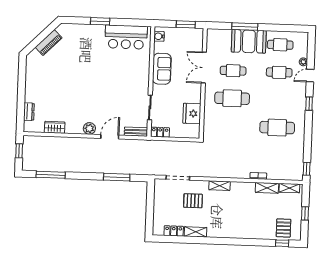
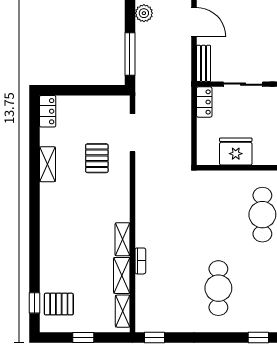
plant: (103, 168) -> (144, 13), added
window: (117, 177) -> (130, 54), moved
shelving: (220, 186) -> (123, 239), moved
locker: (174, 231) -> (48, 111), moved

